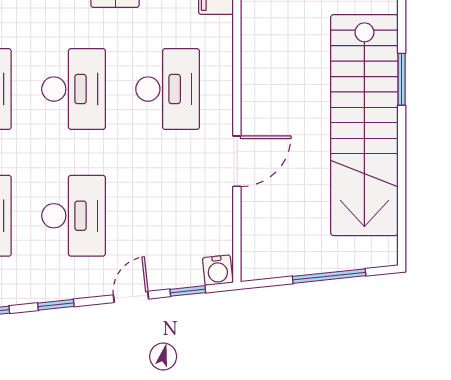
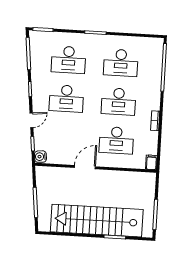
door: (237, 161) -> (85, 167), swing flipped
door: (131, 297) -> (31, 120), hinge flipped

